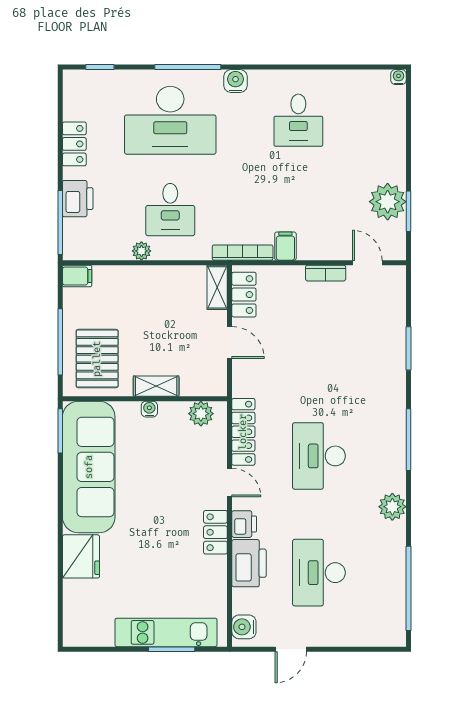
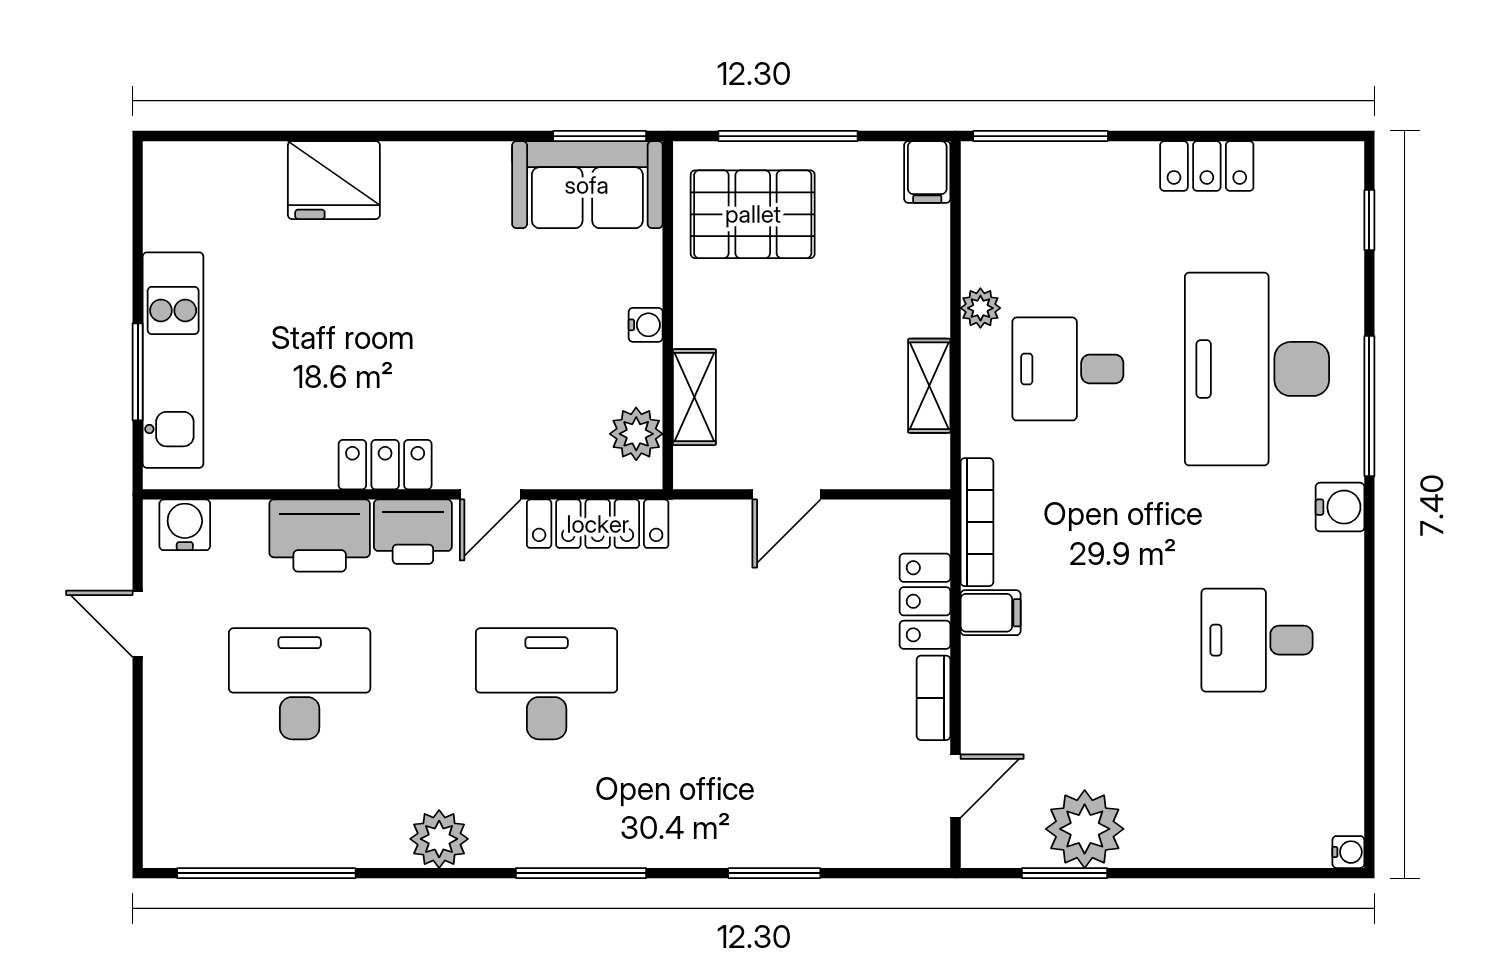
printer: (78, 199) -> (1091, 173), removed
shelving: (217, 287) -> (929, 386), moved, turned 90
locker: (244, 295) -> (925, 601), moved, turned 90
shelving: (156, 386) -> (694, 397), moved
sofa: (89, 467) -> (587, 185), width x0.54, depth x0.79
printer: (244, 524) -> (413, 532), width x1.36, depth x1.24

